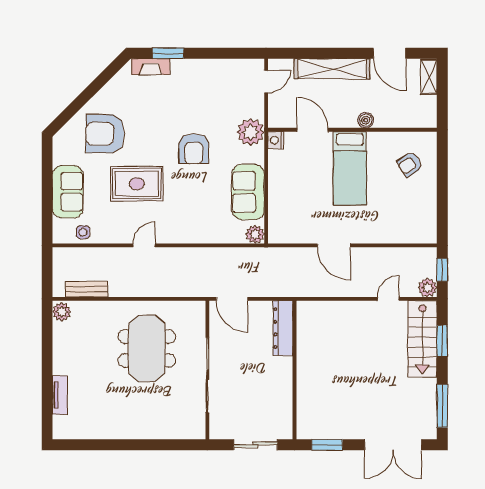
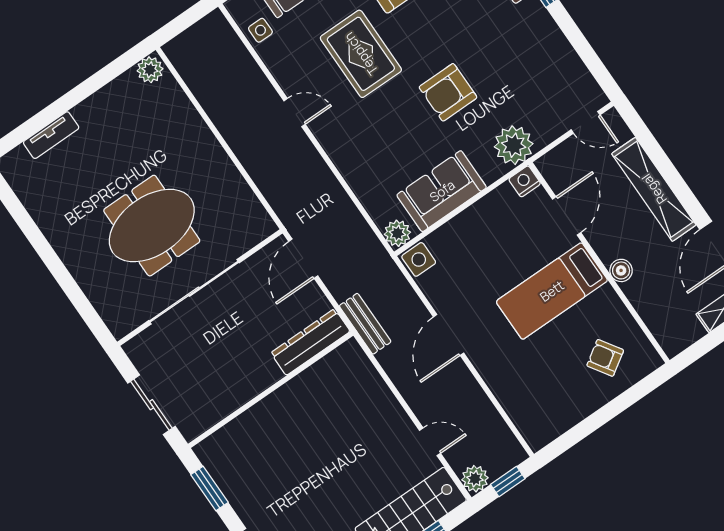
side table: (279, 233) -> (419, 259), added
bench: (87, 289) -> (365, 324), moved
meeting table: (147, 349) -> (152, 226), moved

